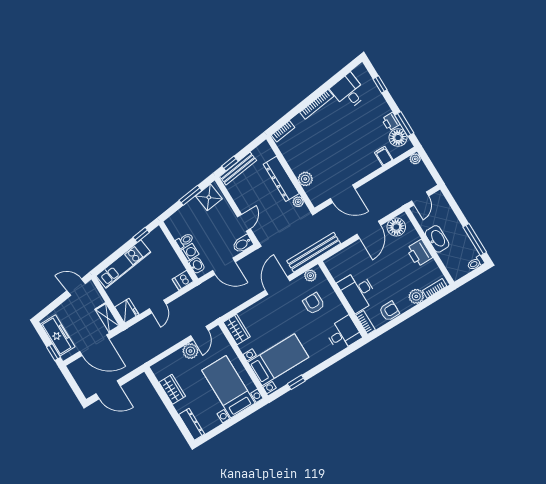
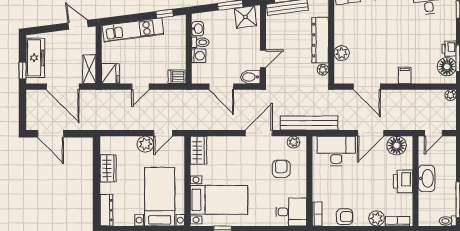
filing cabinet: (384, 156) -> (405, 75), moved
washbasin: (197, 265) -> (198, 29), moved
desk: (358, 291) -> (336, 151), moved, turned 90

